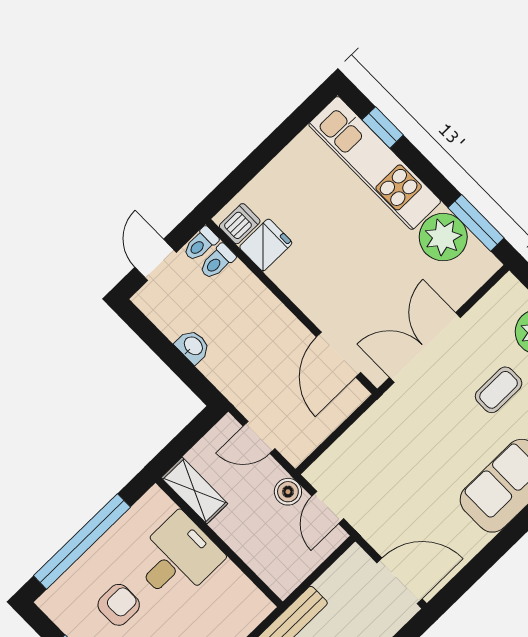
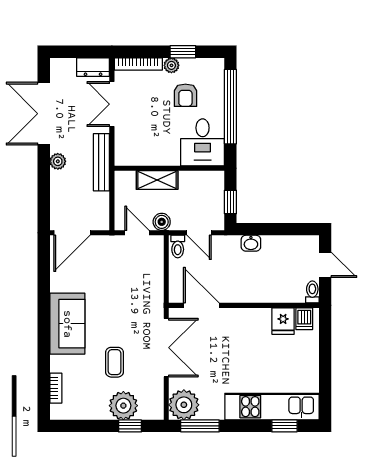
plant: (443, 237) -> (184, 405), moved
toilet: (217, 262) -> (178, 246), moved, turned 180
washbasin: (193, 346) -> (251, 243), moved
window: (190, 436) -> (230, 202), added
door: (259, 437) -> (199, 233), swing flipped
shelving: (194, 491) -> (157, 180), moved
desk: (177, 558) -> (203, 142), moved

